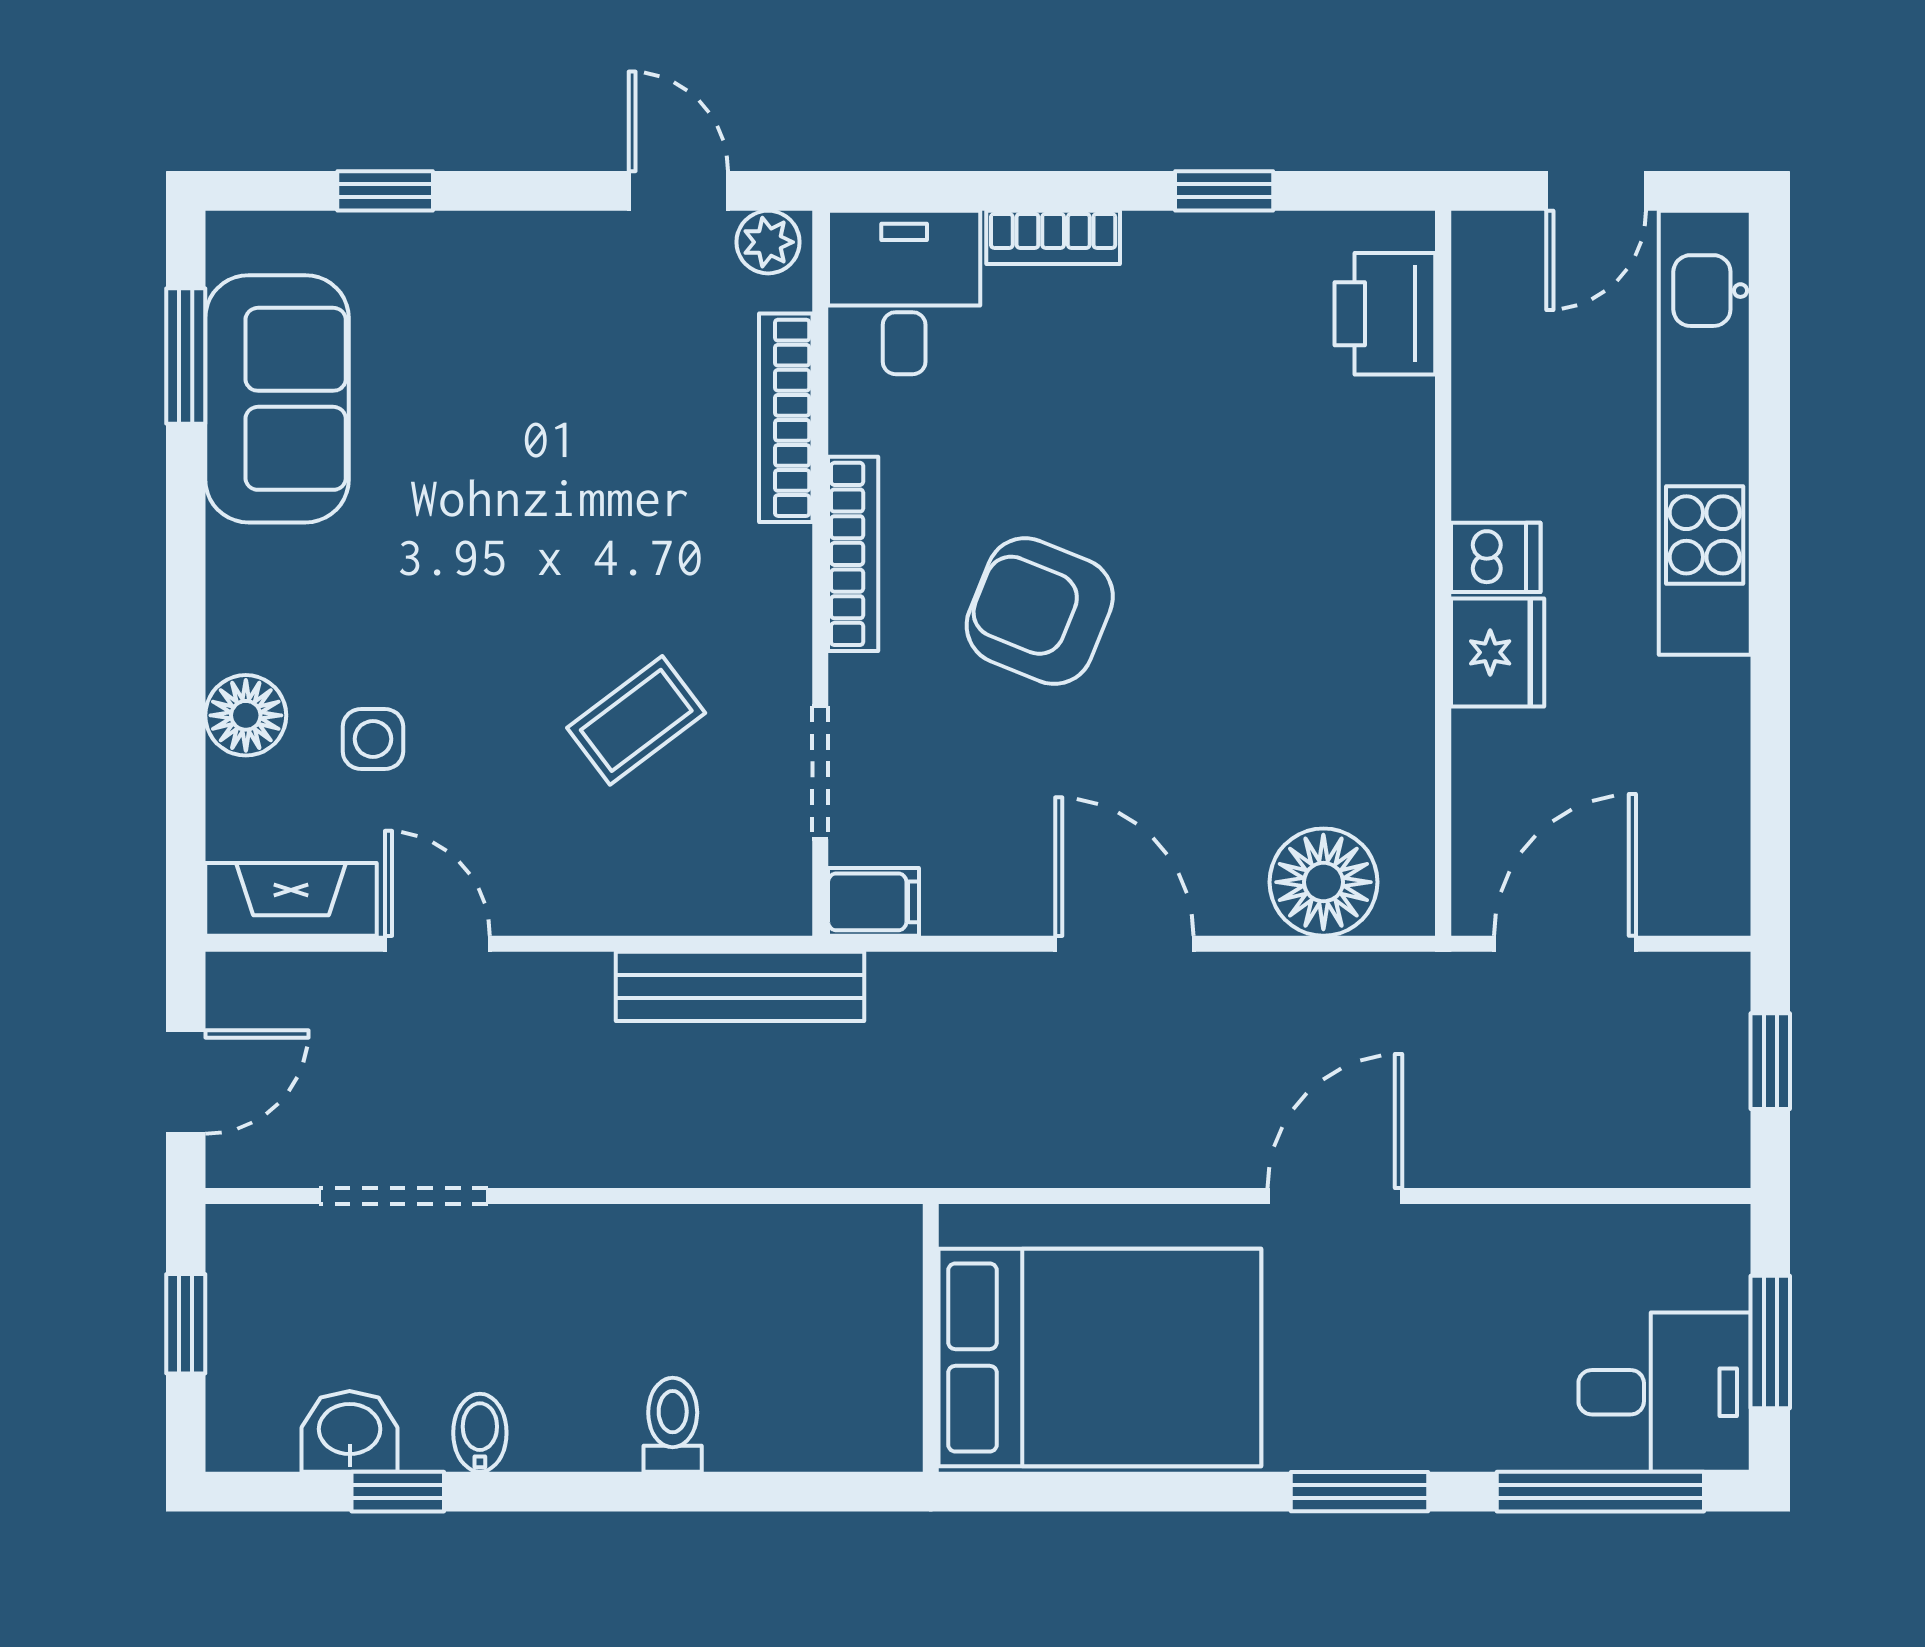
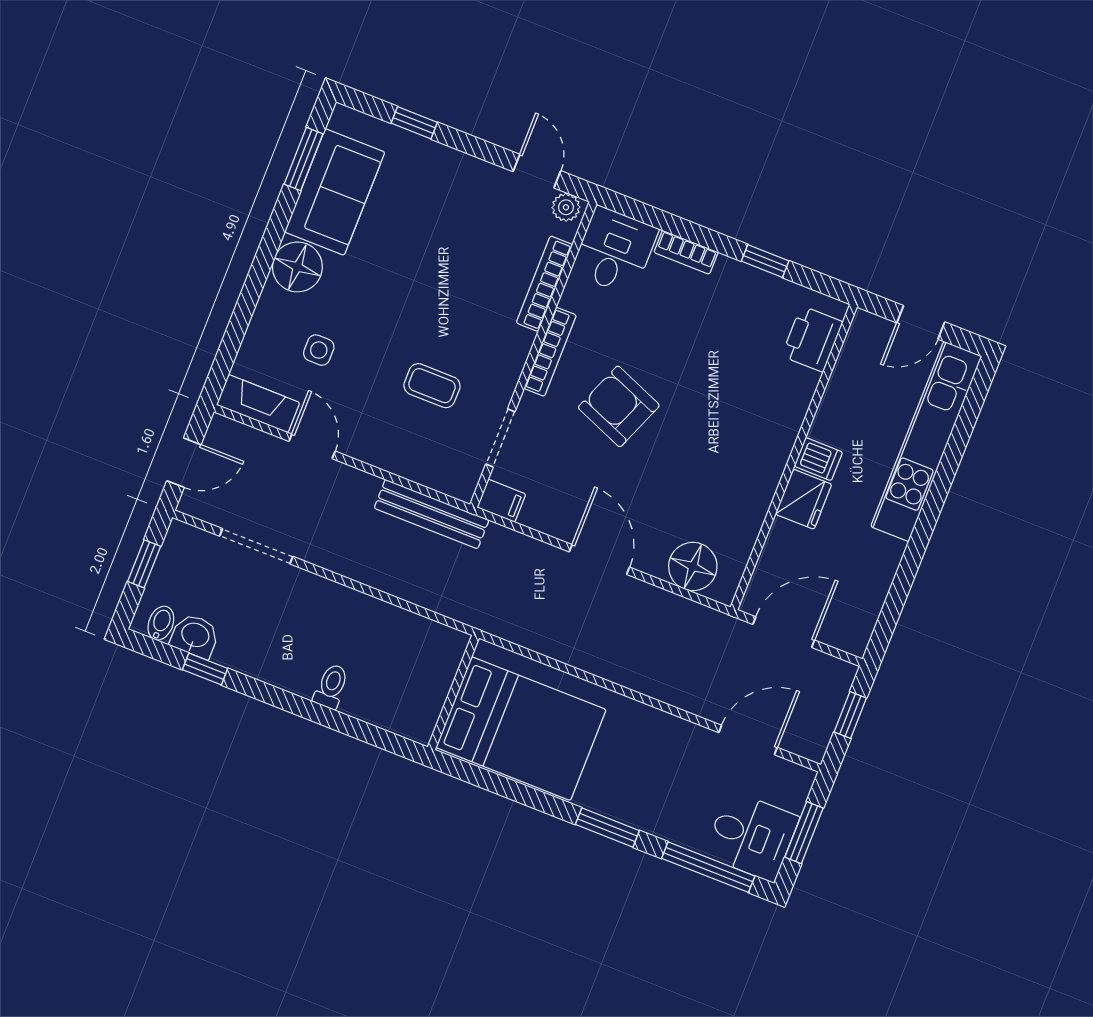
floor lamp: (246, 715) -> (297, 267), moved, width x1.38, depth x1.38
coffee table: (636, 720) -> (432, 386), turned 37
door: (1335, 1196) -> (748, 740), moved
bidet: (480, 1433) -> (161, 623), moved

